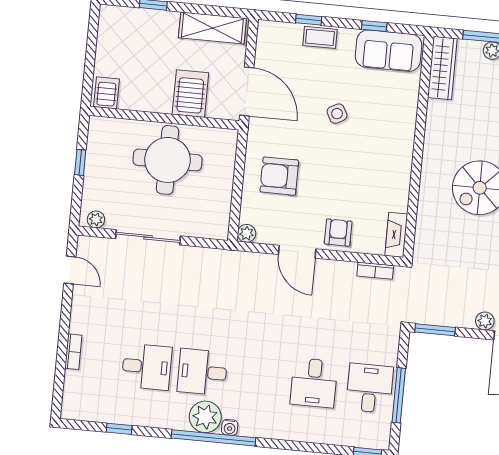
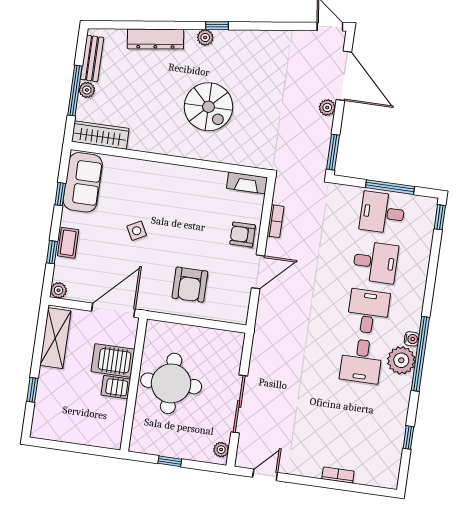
server rack: (106, 93) -> (116, 387), moved
plant: (247, 233) -> (59, 290), moved
bookcase: (375, 271) -> (275, 221), moved
desk: (147, 367) -> (368, 312), moved

